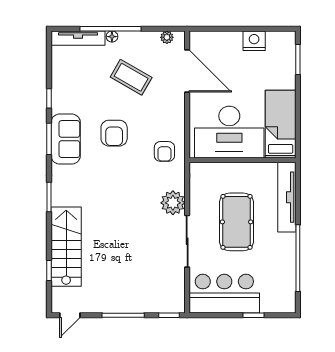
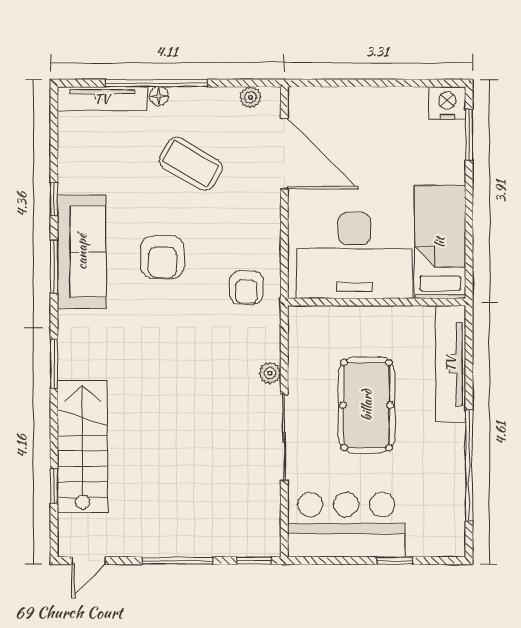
nightstand: (254, 41) -> (447, 103), moved
sofa: (66, 139) -> (82, 252), width x1.36
plant: (173, 203) -> (270, 373), width x0.53, depth x0.53

